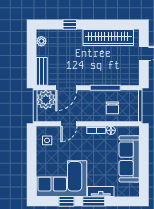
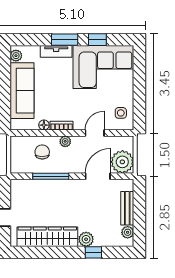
plant: (76, 35) -> (86, 239), added
bench: (42, 71) -> (127, 208), moved
plant: (93, 117) -> (65, 141), added
plant: (134, 188) -> (16, 56), added

